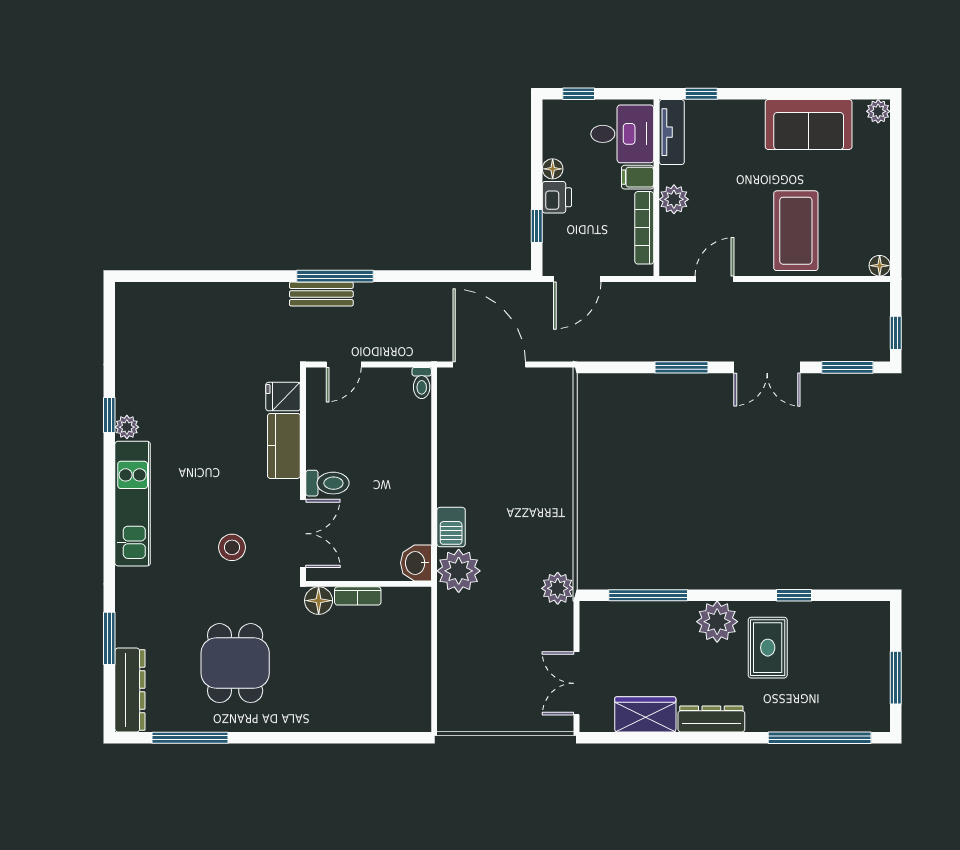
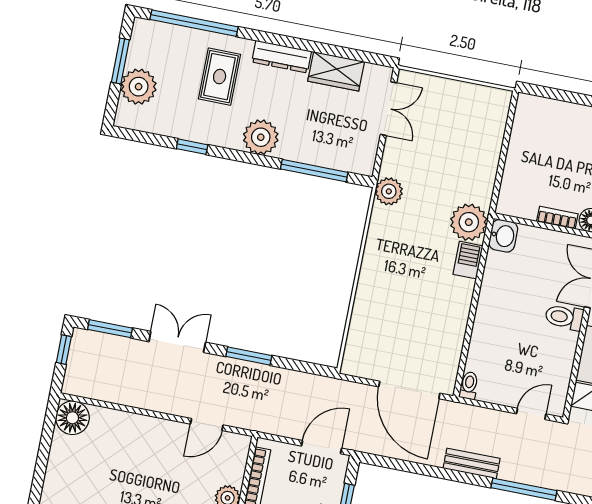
coffee table: (796, 231) -> (131, 452), removed
floor lamp: (880, 266) -> (72, 418), width x1.89, depth x1.89
bench: (321, 294) -> (472, 463), moved
rug: (768, 648) -> (220, 77), moved
plant: (869, 652) -> (139, 87), added

